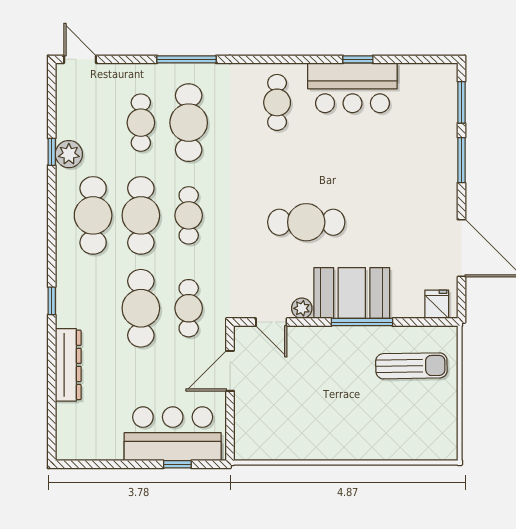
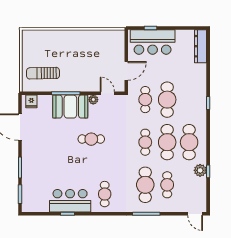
cafe table: (306, 222) -> (91, 139), width x0.73, depth x0.74
dresser: (68, 365) -> (201, 46), moved

